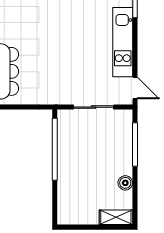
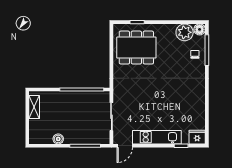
shelving: (116, 217) -> (34, 107), moved

